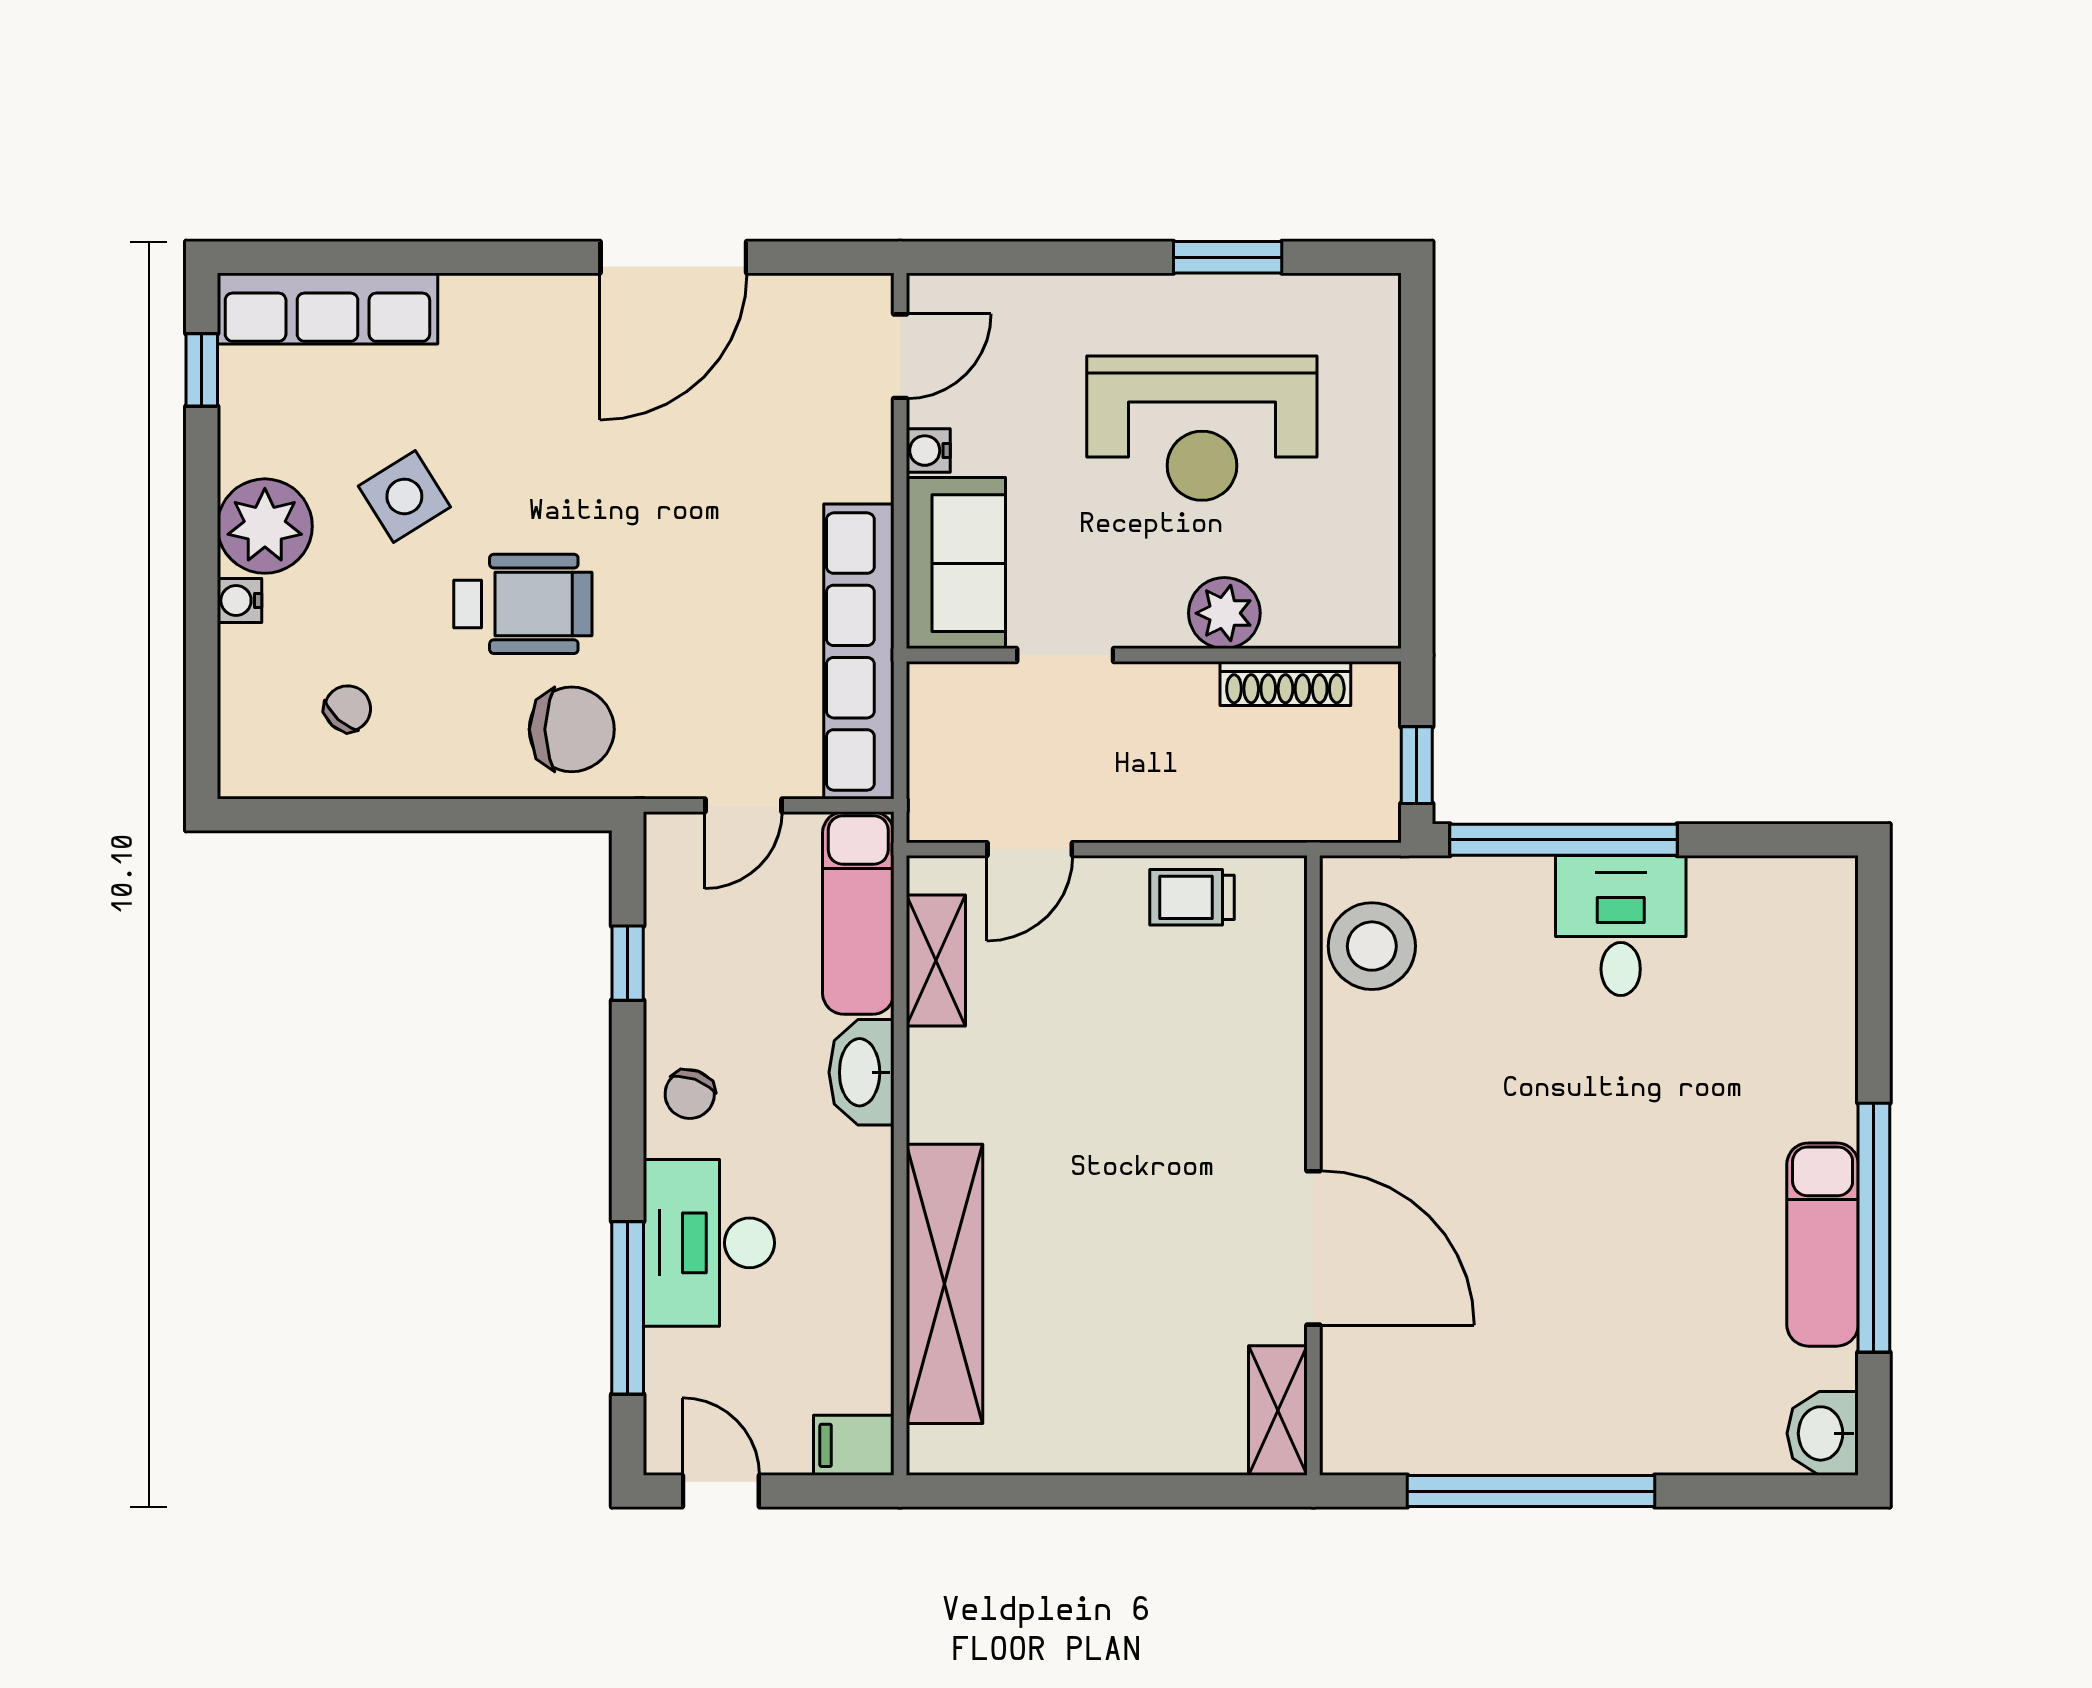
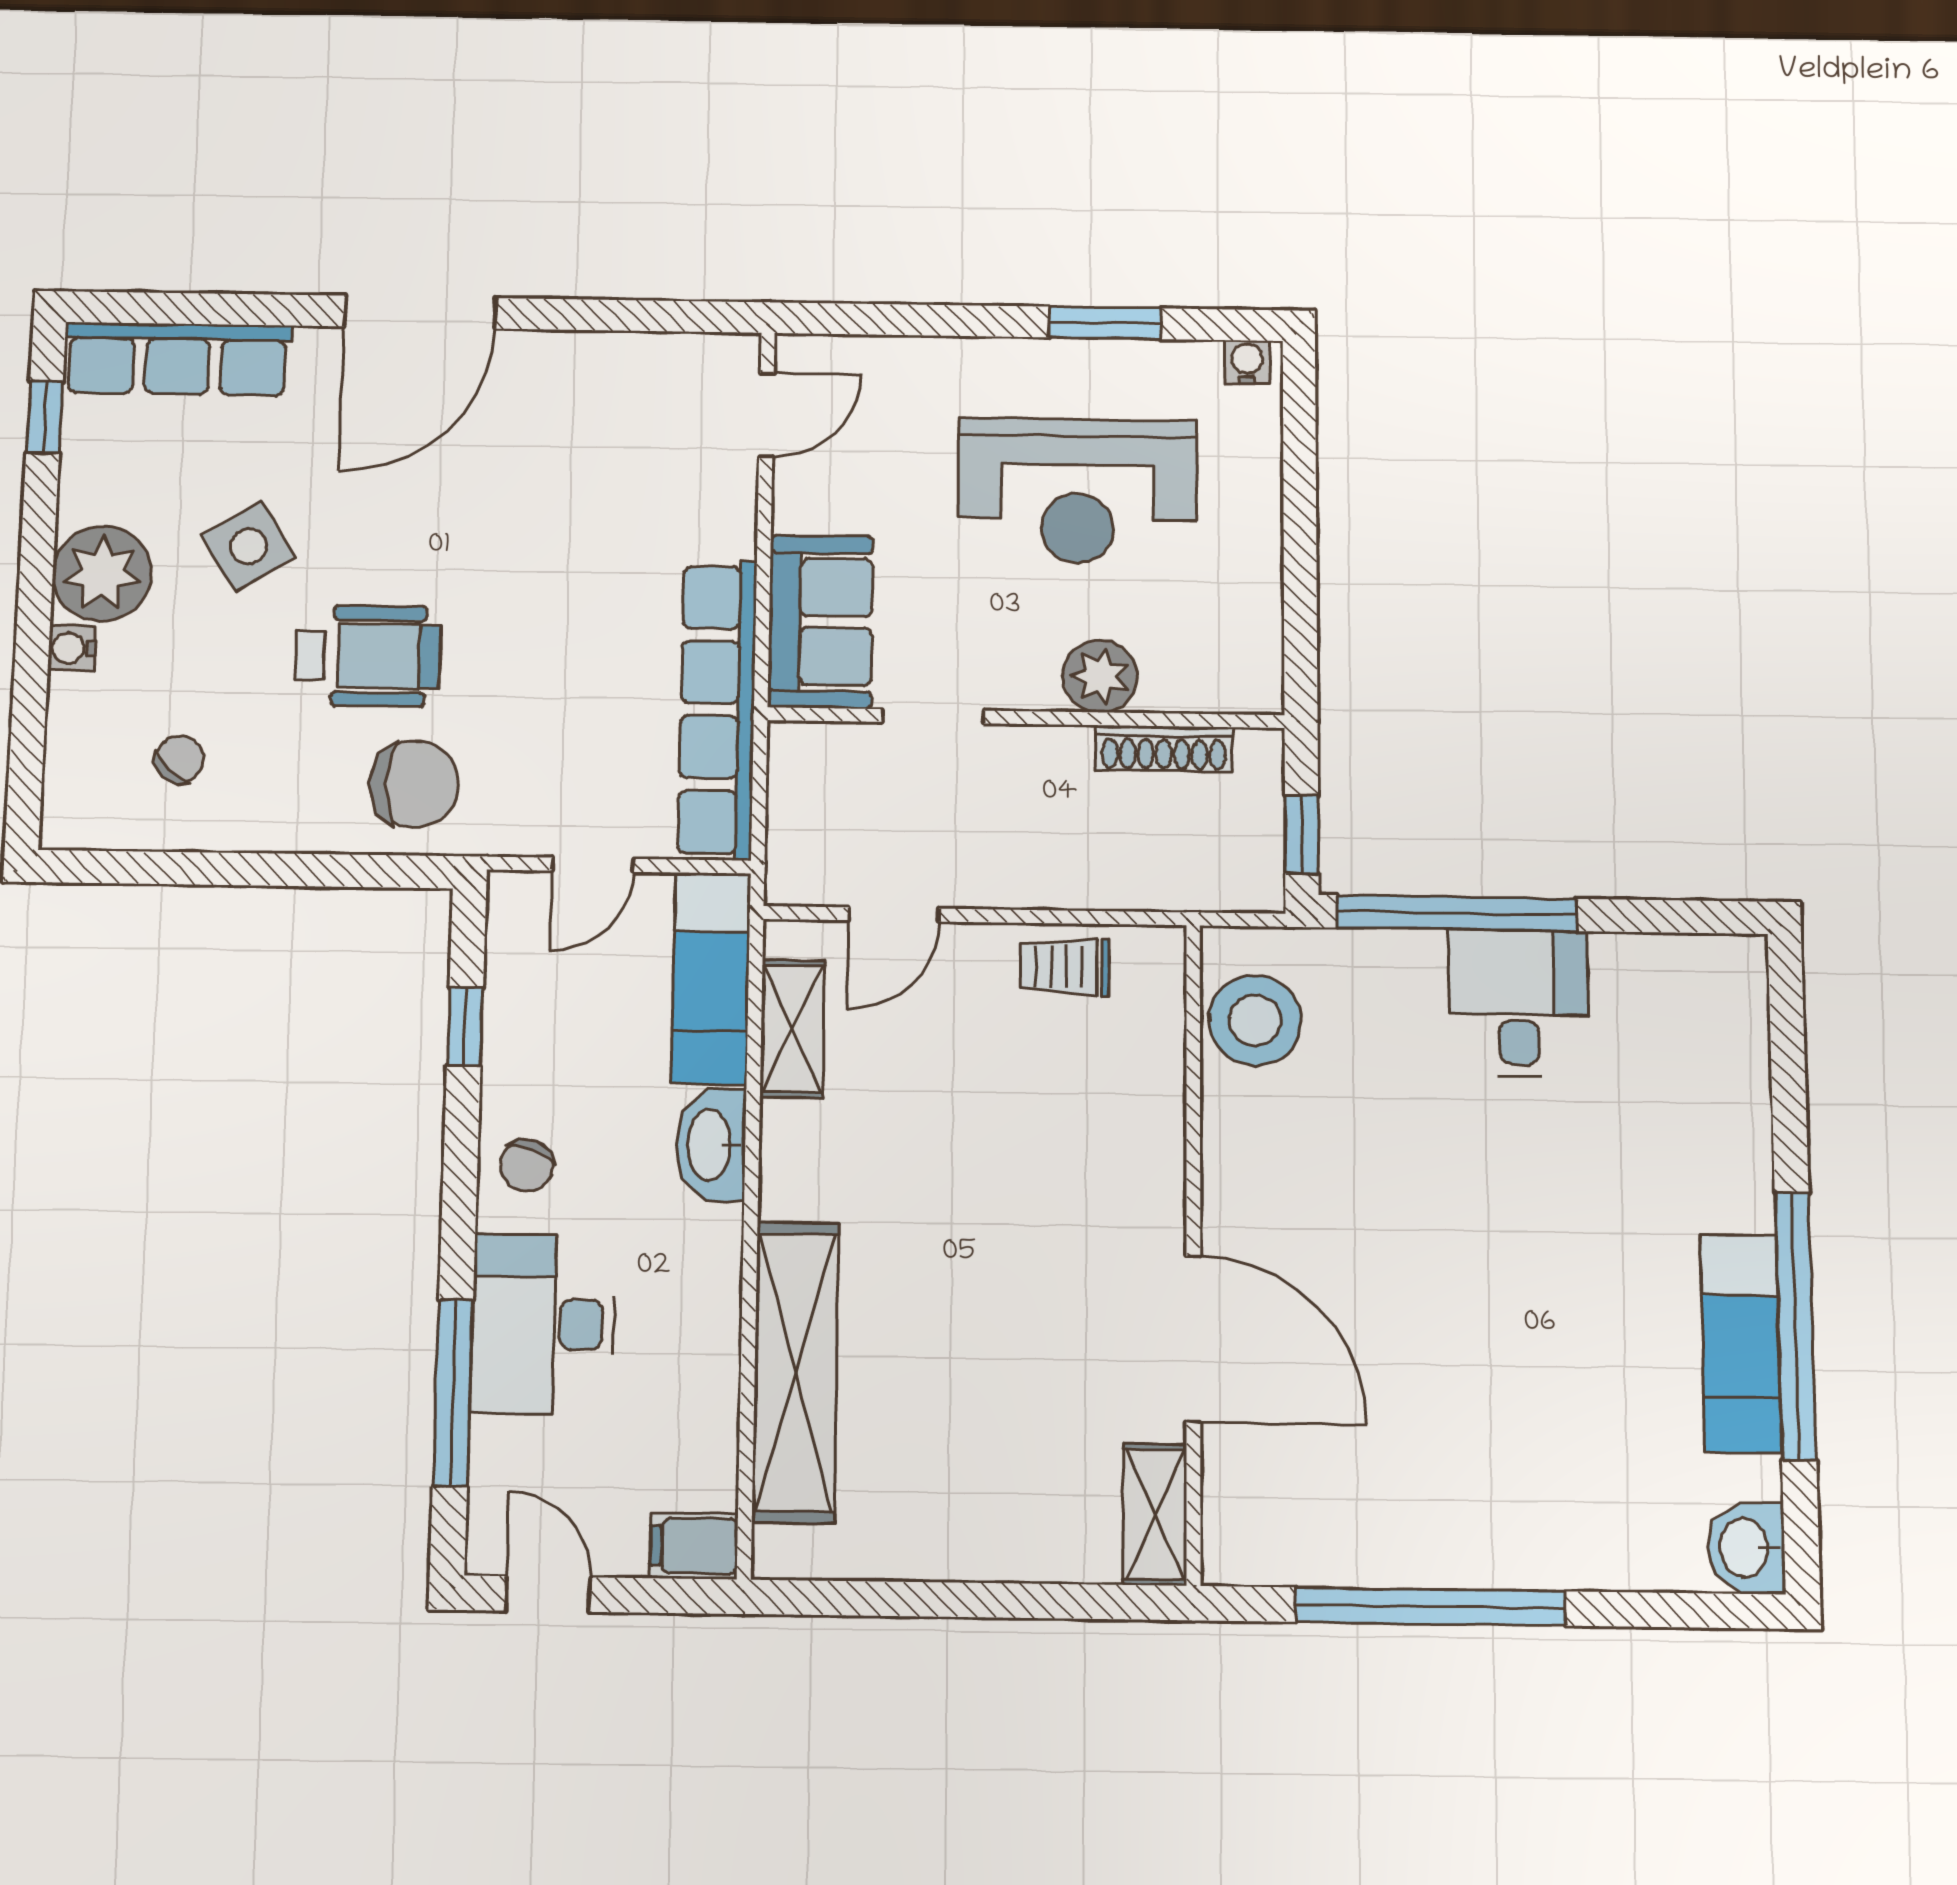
door: (673, 257) -> (420, 312), moved
water cooler: (928, 451) -> (1247, 362), moved, turned 90

